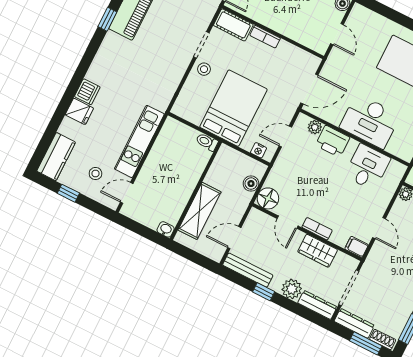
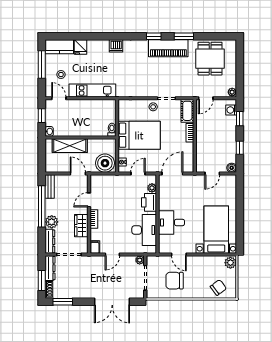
door: (309, 89) -> (172, 174), swing flipped
dishwasher: (87, 92) -> (116, 46), moved
fridge: (79, 111) -> (81, 47), moved
desk: (370, 121) -> (172, 222), width x0.73
door: (285, 137) -> (138, 174), hinge flipped
desk: (367, 167) -> (144, 230), width x1.37
boiler: (251, 184) -> (105, 163), width x1.86, depth x1.86
window: (68, 193) -> (42, 65), width x2.17
floor lamp: (268, 198) -> (97, 182), removed
window: (139, 229) -> (42, 116), added
door: (234, 238) -> (78, 174), moved
bench: (248, 270) -> (50, 187), width x0.73
window: (264, 292) -> (42, 206), width x3.17

